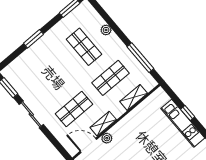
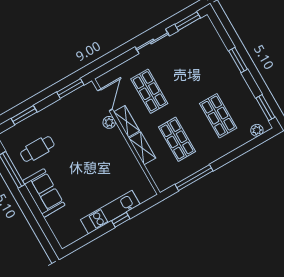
plant: (106, 30) -> (257, 130), moved
shop shelf: (84, 47) -> (218, 116), turned 90
shelving: (134, 97) -> (142, 148), moved

